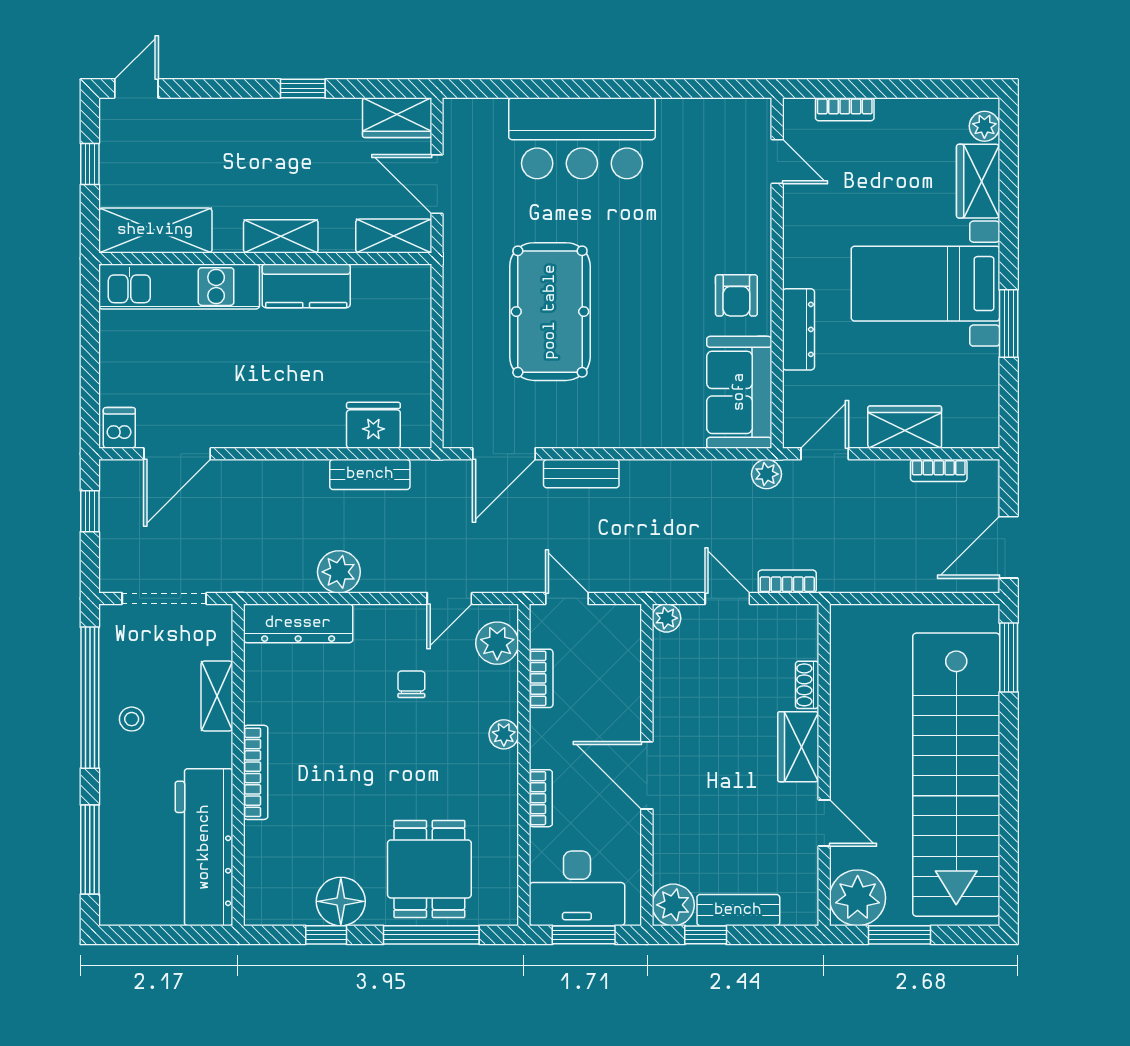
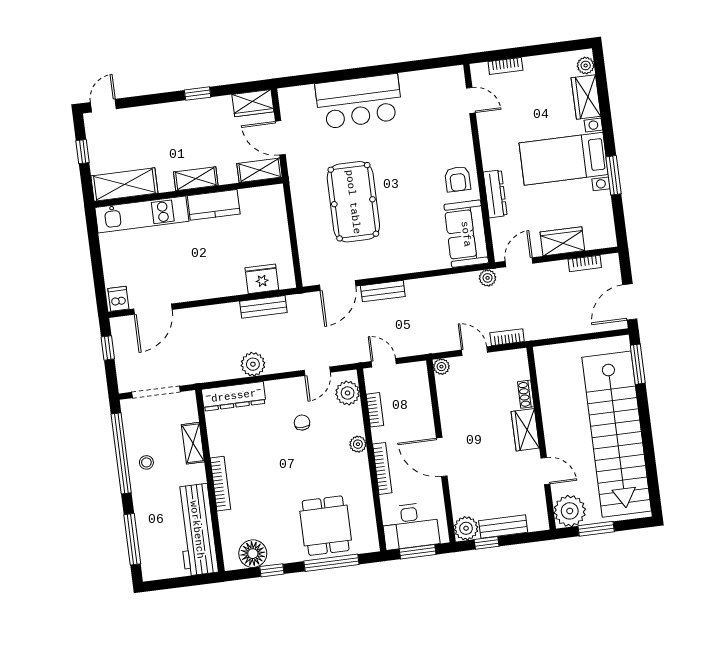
bookcase: (541, 798) -> (382, 468), width x1.56
floor lamp: (341, 901) -> (253, 554), moved

